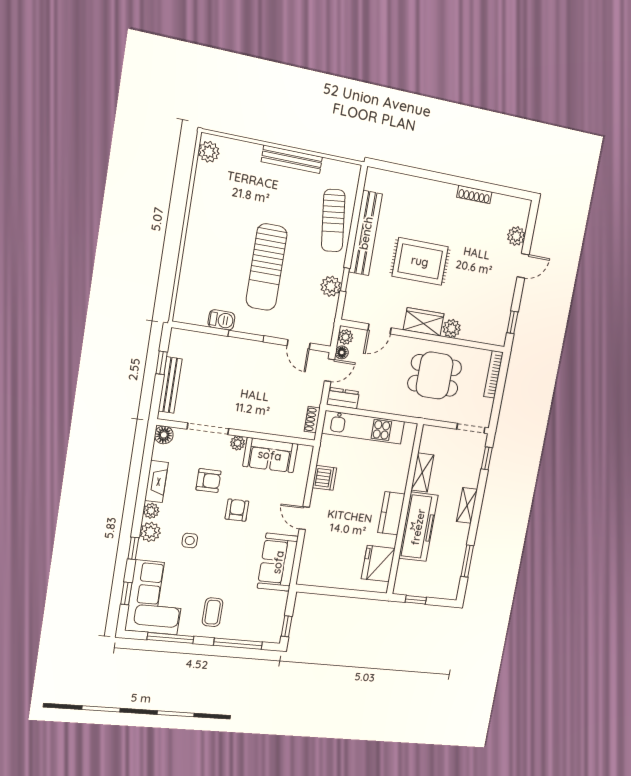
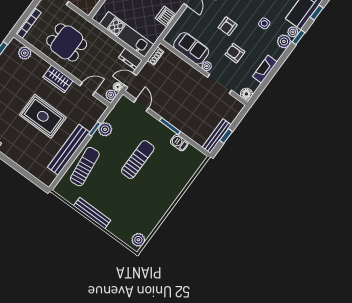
sun lounger: (267, 267) -> (138, 160), width x0.73, depth x0.75
plant: (452, 328) -> (25, 53), moved
bench: (170, 385) -> (217, 136), moved
plant: (151, 511) -> (293, 32), moved

